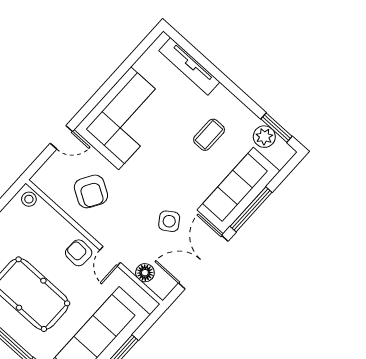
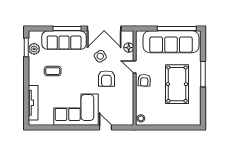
armchair: (91, 191) -> (106, 79), moved, turned 149
door: (110, 256) -> (135, 67), swing flipped

